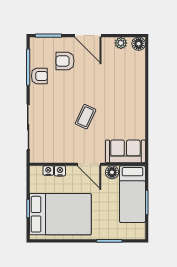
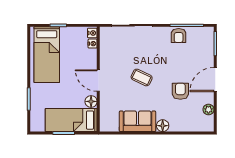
floor lamp: (139, 44) -> (163, 126), moved
armchair: (65, 61) -> (180, 91), moved
sofa: (125, 151) -> (138, 121), moved, turned -90
door: (89, 164) -> (98, 81), hinge flipped
nightstand: (60, 171) -> (92, 33), moved
bed: (60, 214) -> (47, 55), width x0.67

